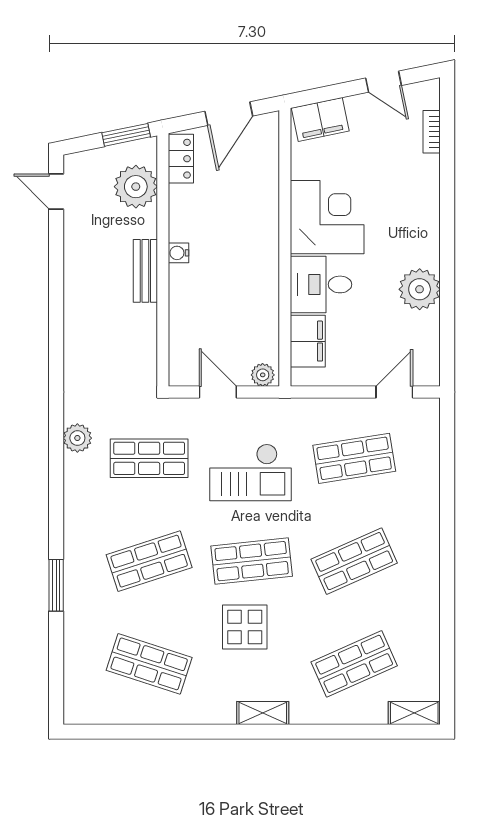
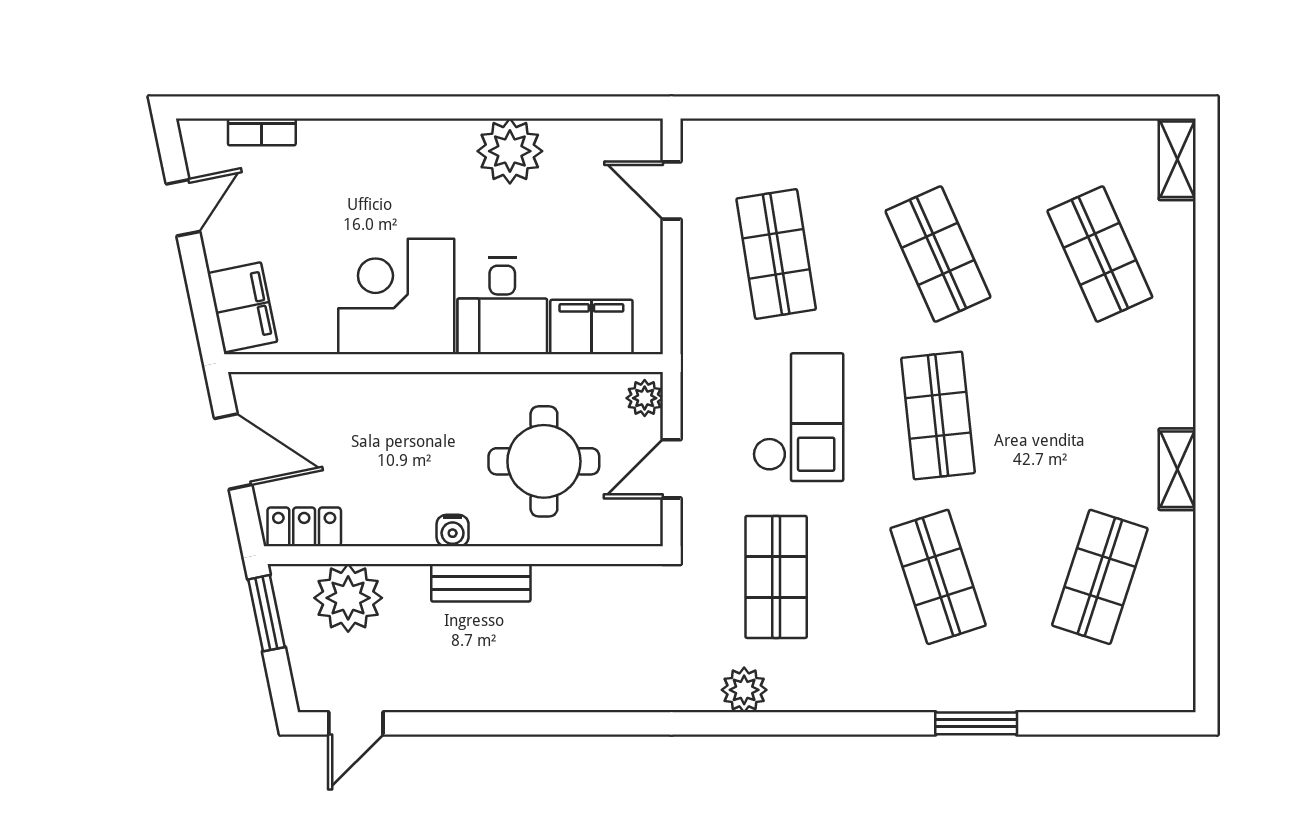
round table: (222, 311) -> (544, 461), added
display table: (245, 627) -> (1042, 426), removed
shelving: (263, 713) -> (1177, 469), moved

